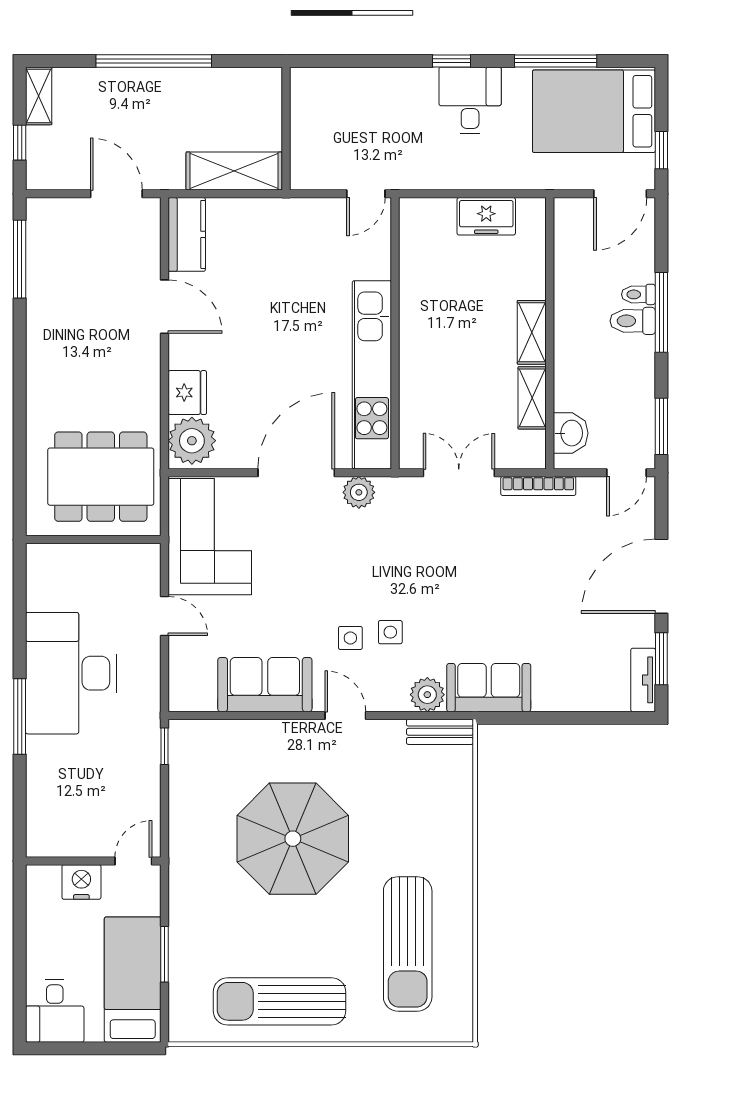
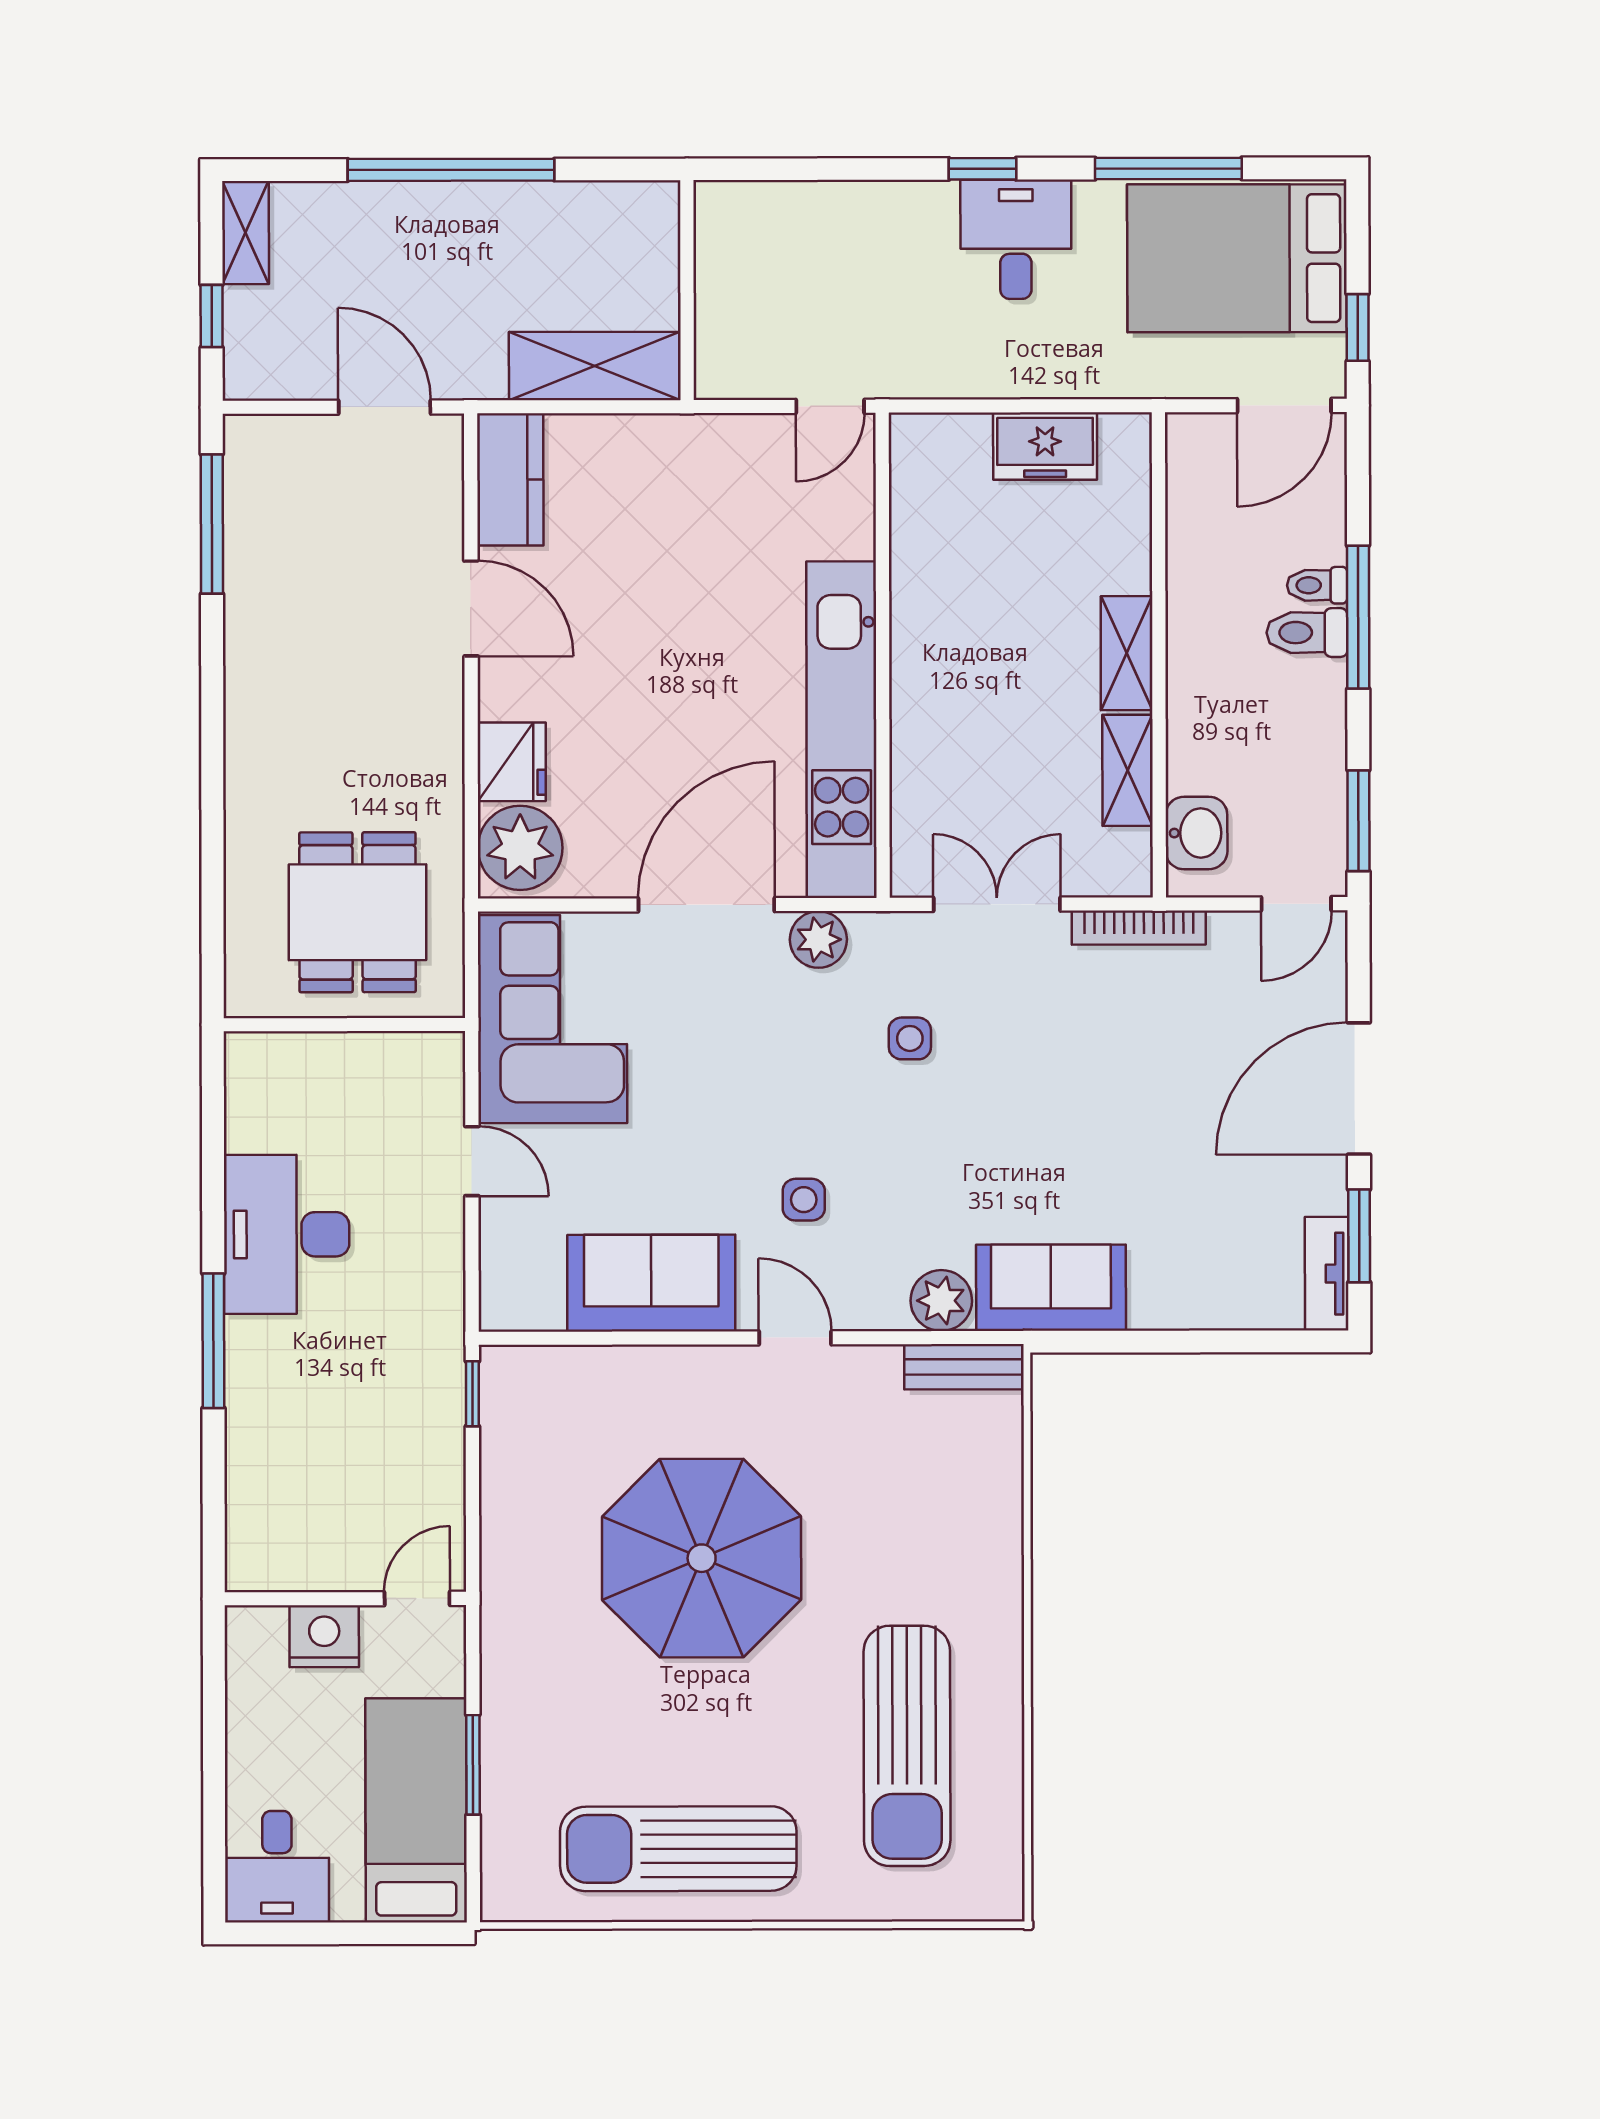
dining table: (101, 477) -> (358, 912), width x0.73
side table: (390, 632) -> (910, 1038), moved
desk: (71, 673) -> (287, 1234), width x0.73, depth x0.77

